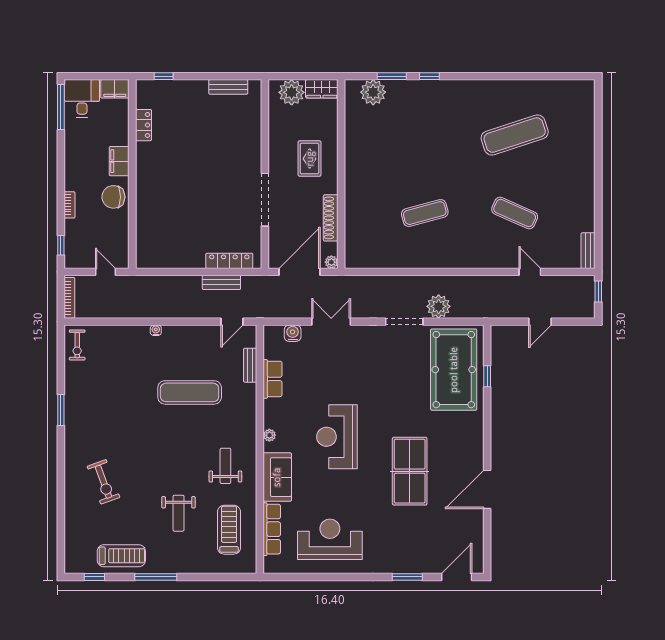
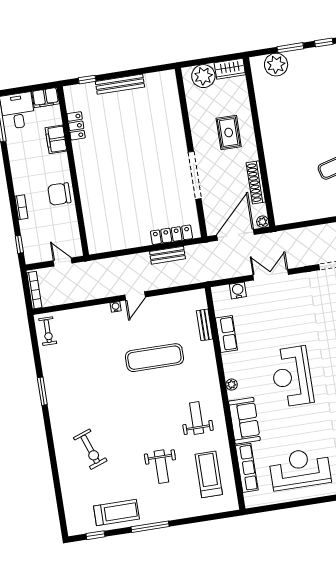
bench: (228, 87) -> (120, 84), moved, width x1.36
filing cabinet: (119, 161) -> (56, 139), moved
door: (232, 322) -> (135, 296), moved

